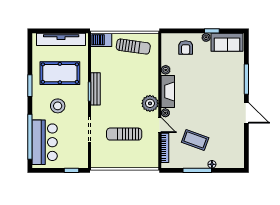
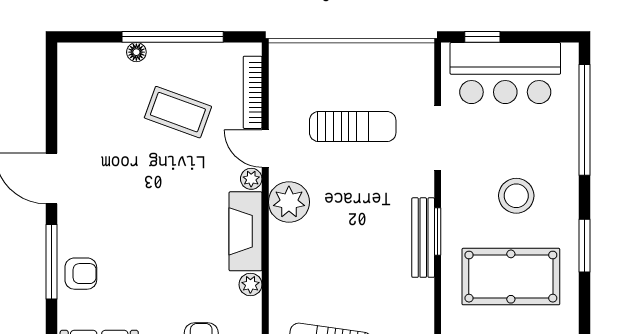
armchair: (235, 74) -> (81, 274), added
bar counter: (45, 142) -> (505, 73), moved, turned -90
window: (197, 170) -> (173, 37), width x1.46

